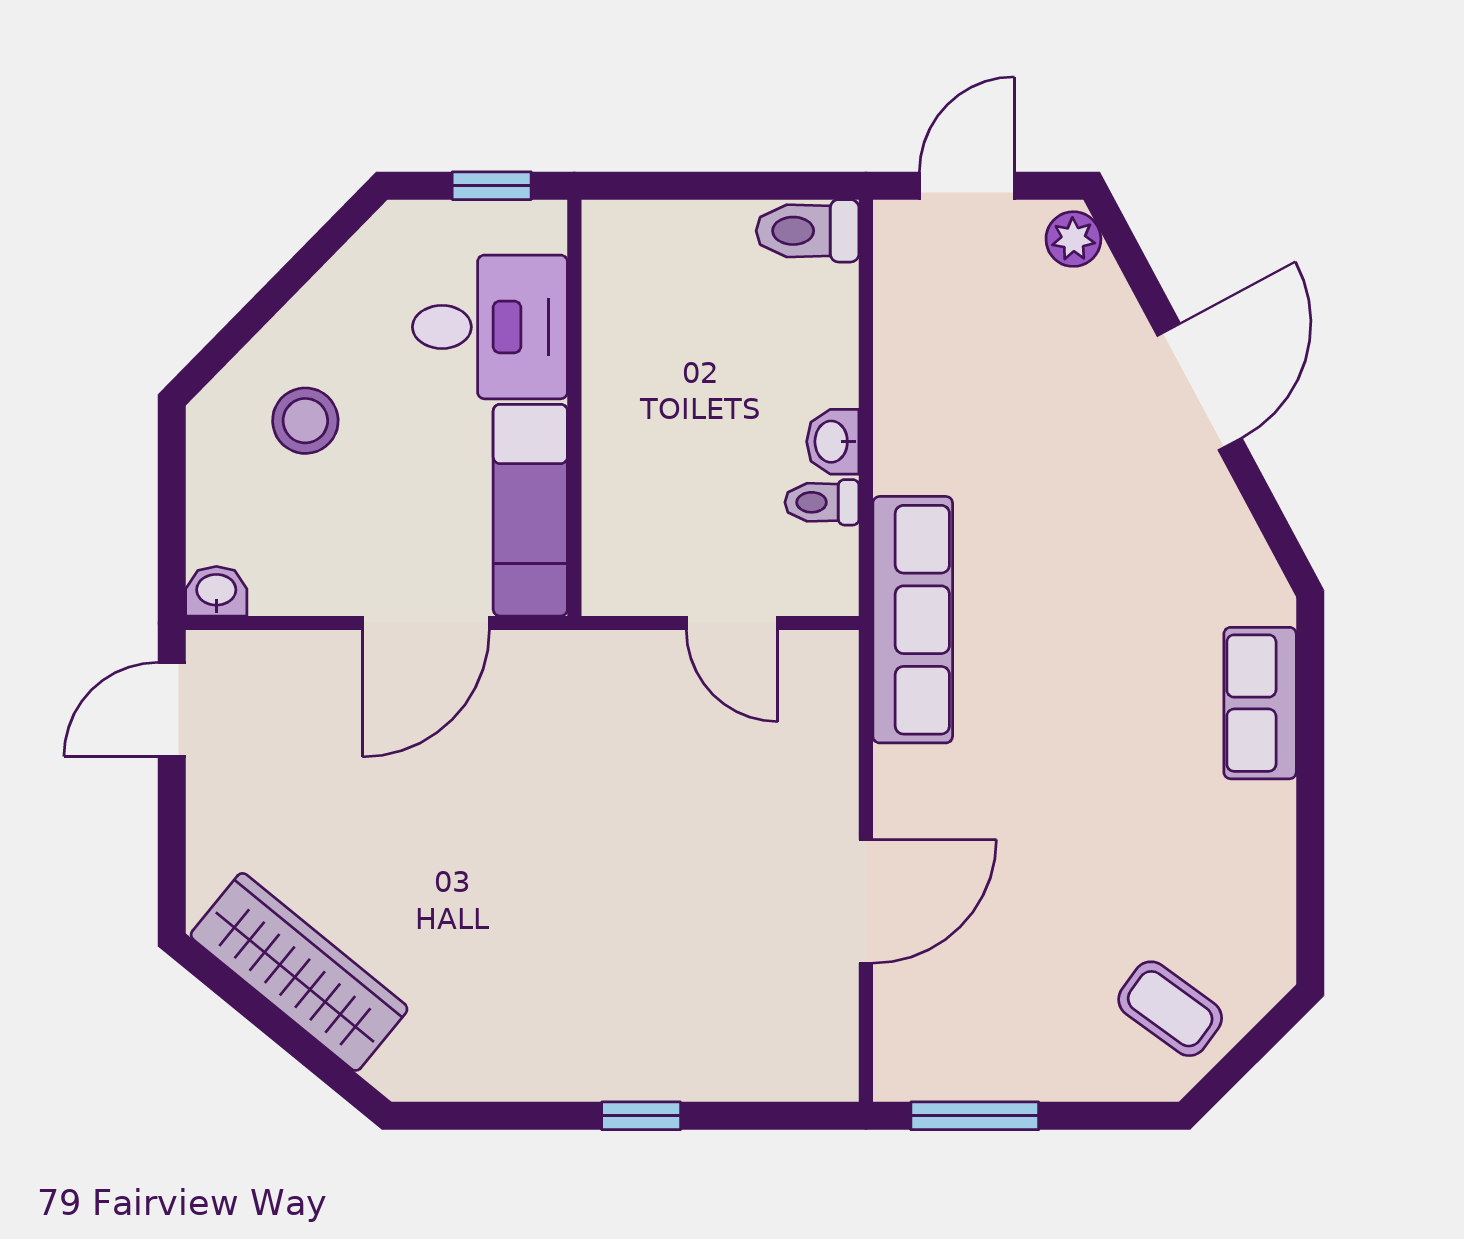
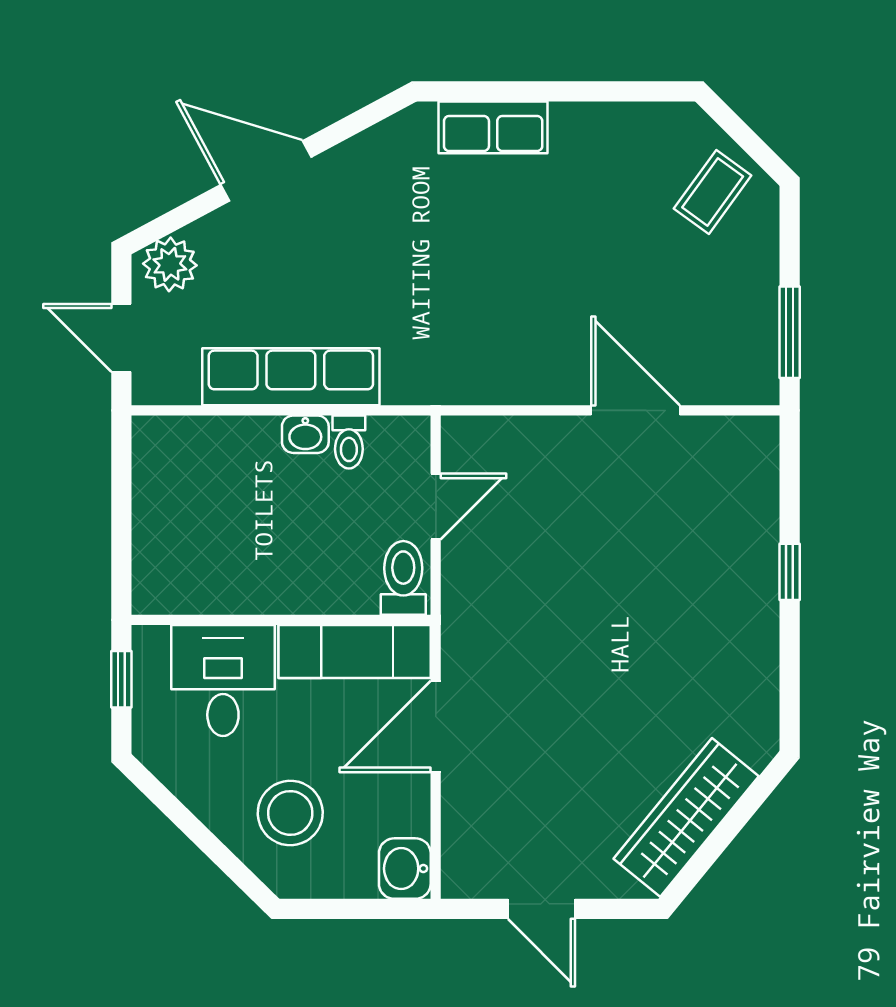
toilet: (808, 231) -> (403, 578), moved, turned 180
plant: (1073, 239) -> (170, 264), width x1.38, depth x1.38
stool: (305, 421) -> (290, 813), width x1.38, depth x1.38
washbasin: (216, 591) -> (405, 869), width x1.38, depth x1.45
row of seats: (913, 620) -> (291, 377), moved
door: (426, 623) -> (436, 726), swing flipped
door: (172, 709) -> (541, 909), moved

